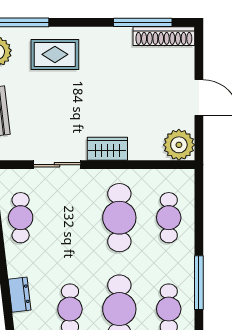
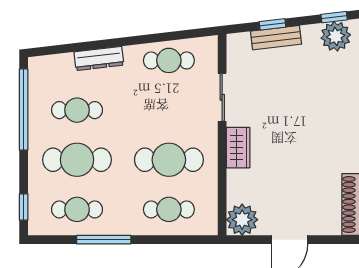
rug: (55, 54) -> (333, 95), removed
dresser: (19, 295) -> (99, 58), width x1.44

